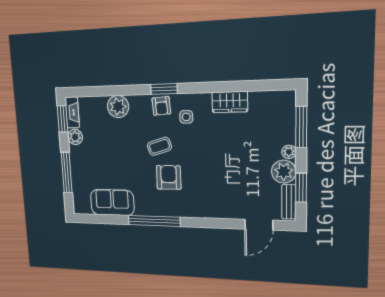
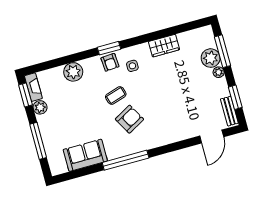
plant: (284, 172) -> (211, 58), moved
armchair: (169, 177) -> (129, 119), turned 61

